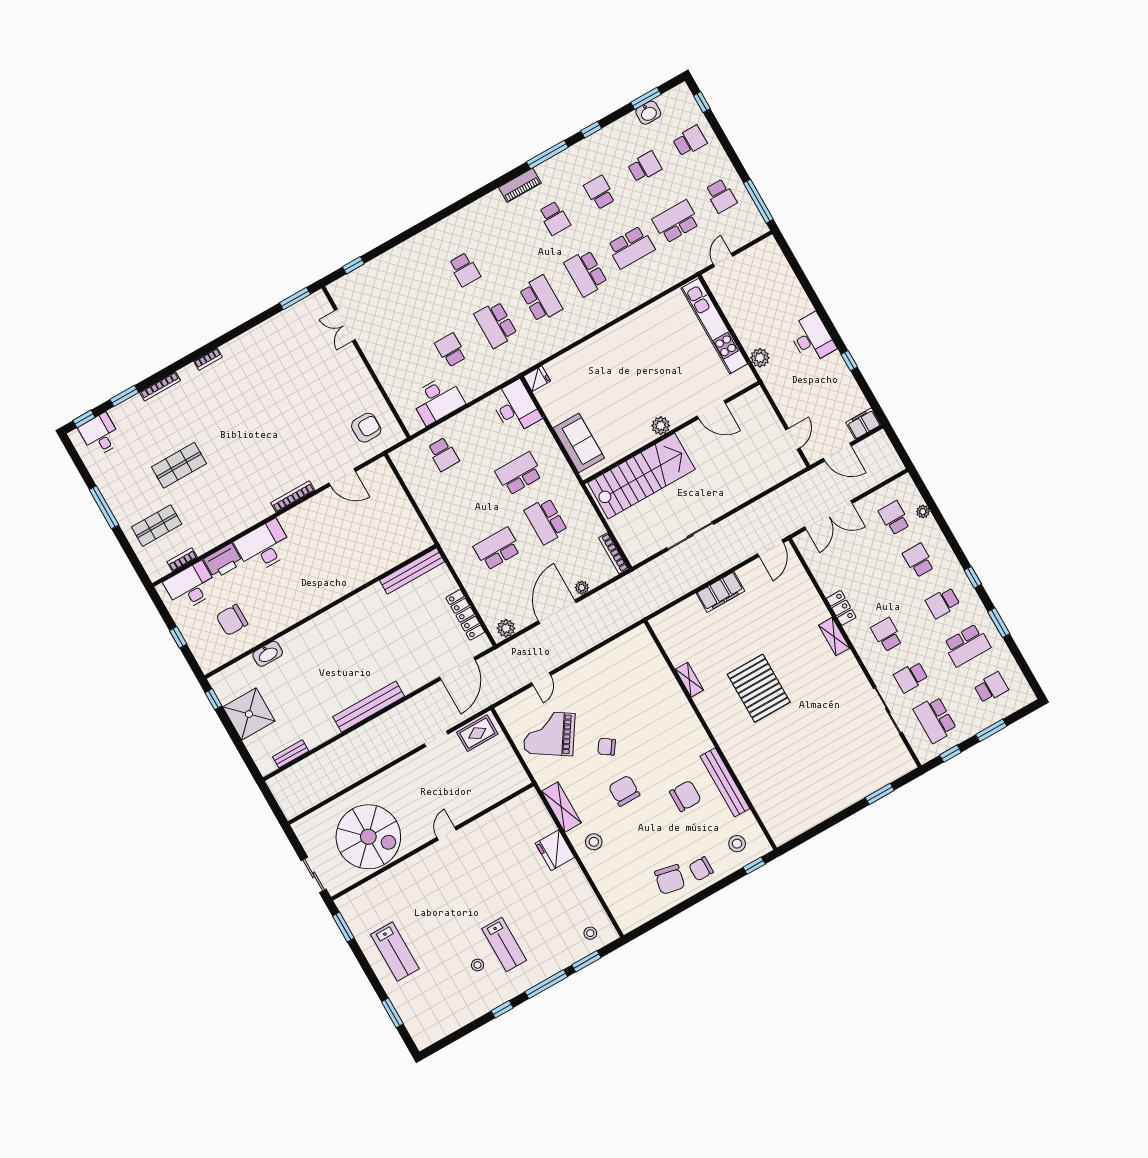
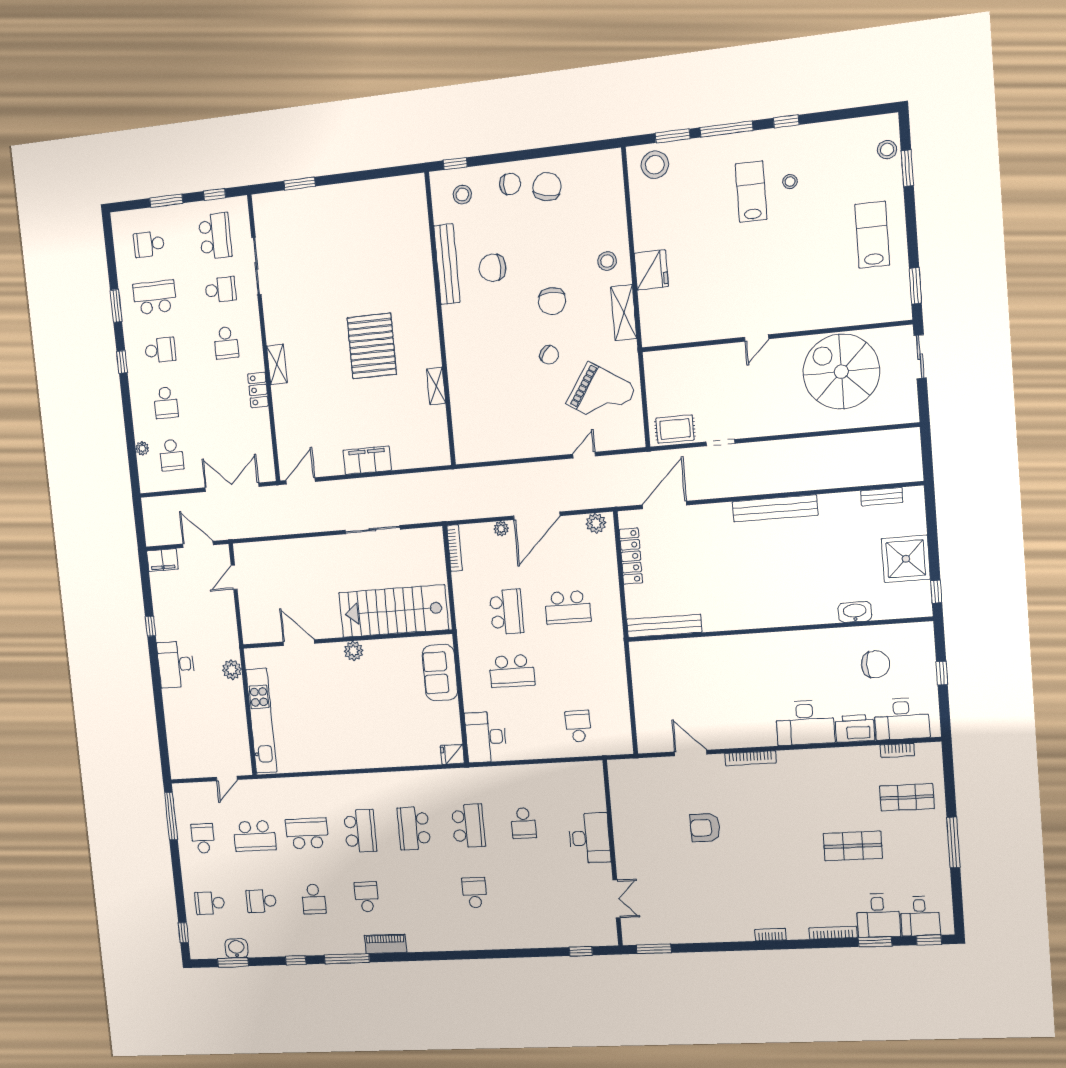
desk: (437, 400) -> (589, 838), moved, turned 90
desk: (132, 419) -> (878, 915), added
armchair: (366, 428) -> (705, 828), moved
stool: (590, 933) -> (655, 165), width x1.89, depth x1.89
stool: (414, 1020) -> (887, 150), added

